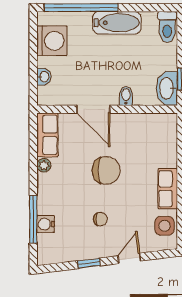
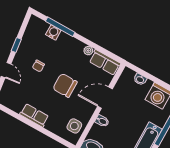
chair: (106, 170) -> (65, 85), turned 90
side table: (165, 226) -> (74, 126), moved

